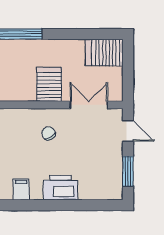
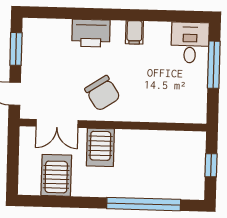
server rack: (104, 53) -> (56, 175), moved, turned -90
chair: (48, 133) -> (102, 93), width x1.87, depth x1.87

